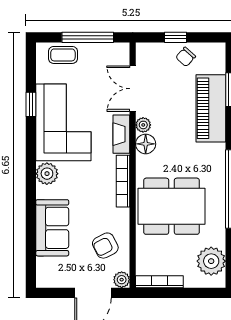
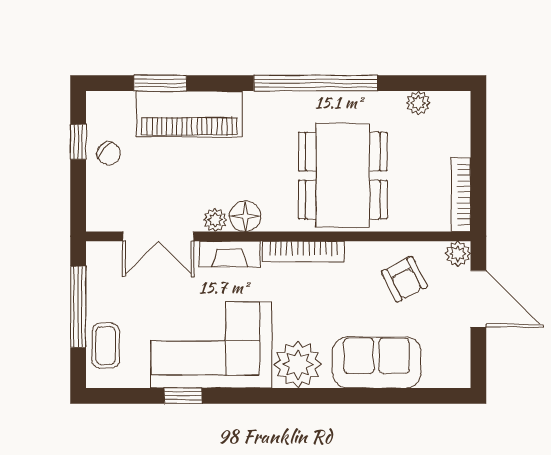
window: (175, 37) -> (78, 142), moved
plant: (47, 174) -> (298, 364), width x1.36, depth x1.36
plant: (211, 261) -> (418, 103), width x0.53, depth x0.53

